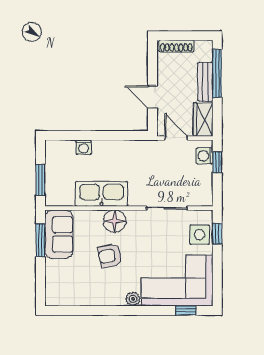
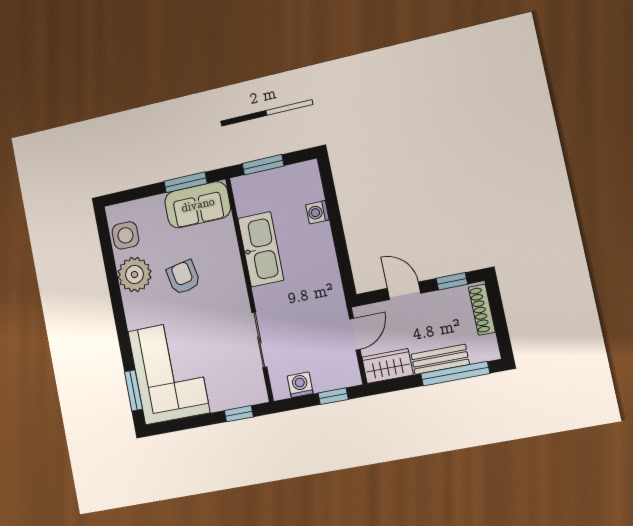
window: (152, 62) -> (452, 281), added
door: (152, 97) -> (404, 291), hinge flipped
washing machine: (205, 156) -> (300, 385), moved
floor lamp: (115, 221) -> (229, 274), removed
side table: (200, 235) -> (125, 235), moved
plant: (133, 299) -> (134, 274), moved, width x1.88, depth x1.88
window: (186, 310) -> (133, 390), width x1.50

